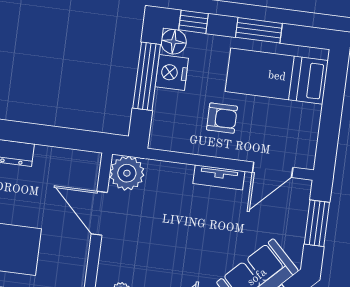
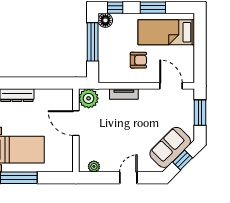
nightstand: (172, 73) -> (107, 38), removed
door: (273, 170) -> (171, 86), swing flipped
tv unit: (219, 177) -> (124, 94), moved

